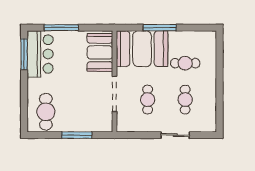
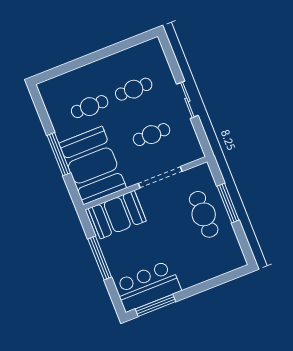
window: (61, 28) -> (100, 258), moved
cafe table: (185, 63) -> (90, 107), turned 90
cafe table: (46, 112) -> (204, 214), moved, turned 90
sliding door: (175, 135) -> (187, 100), moved

